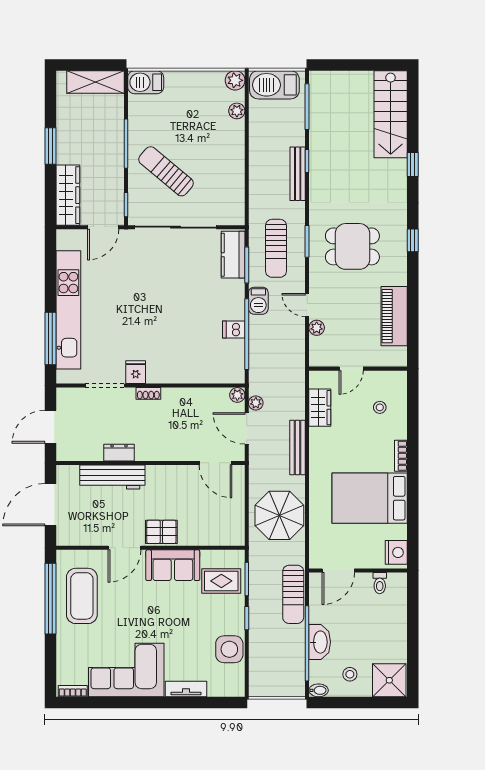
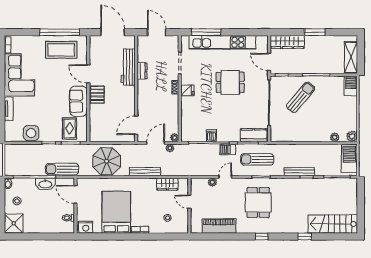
dining table: (139, 296) -> (230, 82), added
fridge: (136, 372) -> (187, 90), moved
washbasin: (320, 642) -> (45, 184), moved

